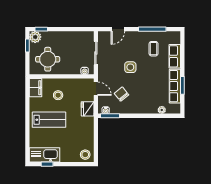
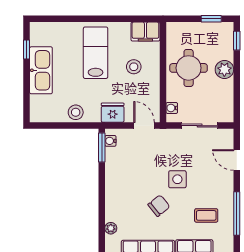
plant: (35, 37) -> (224, 70), moved
round table: (48, 59) -> (189, 68), moved
door: (96, 89) -> (144, 126), swing flipped
chair: (122, 94) -> (159, 206), moved
lab bench: (49, 120) -> (96, 53), turned 180
kitchen sink: (44, 155) -> (41, 70), moved
stool: (85, 155) -> (76, 112), moved

